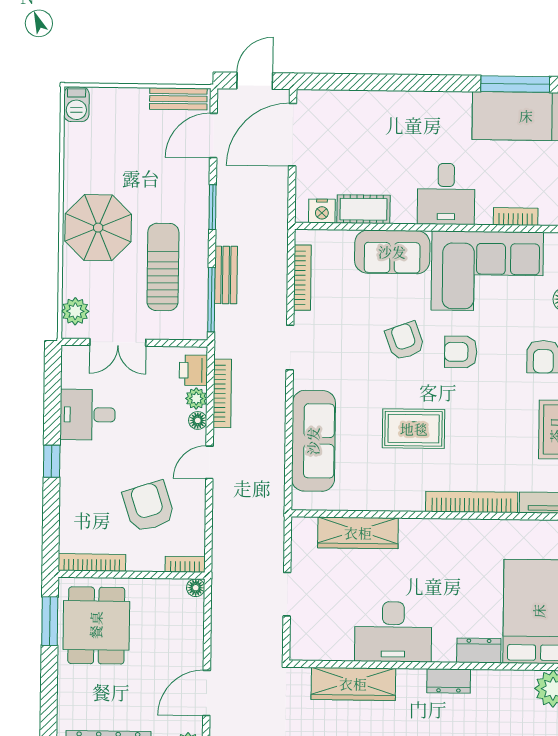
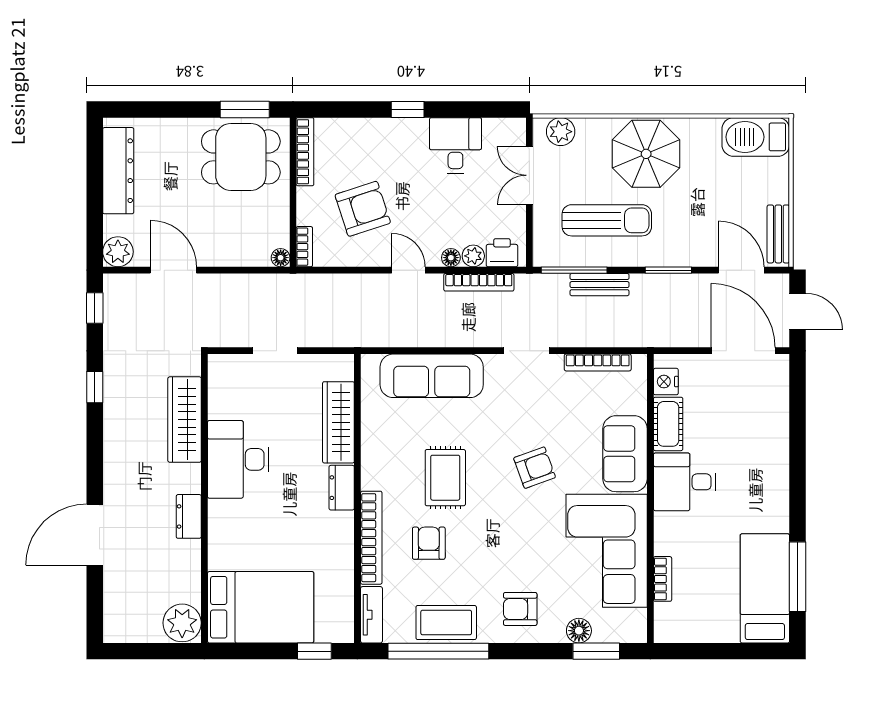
barbecue: (76, 104) -> (756, 137), width x1.88, depth x1.53
desk: (446, 194) -> (685, 482), moved
armchair: (461, 352) -> (429, 543), moved
dresser: (479, 650) -> (342, 488), moved, turned 180

